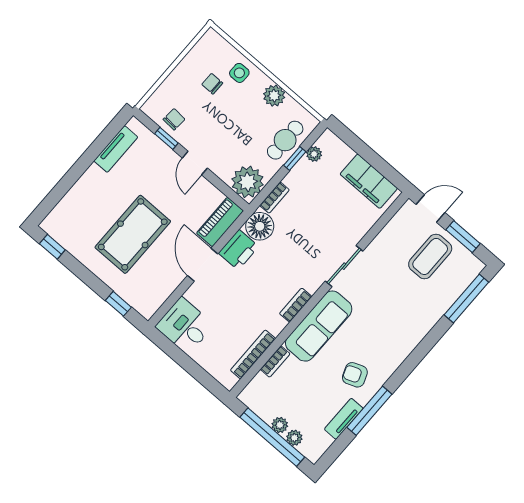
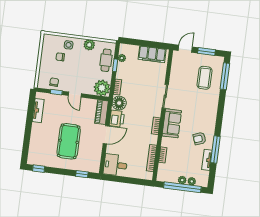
coffee table: (430, 256) -> (205, 78), moved
door: (203, 265) -> (106, 135), swing flipped
sofa: (319, 326) -> (172, 123), width x0.73

